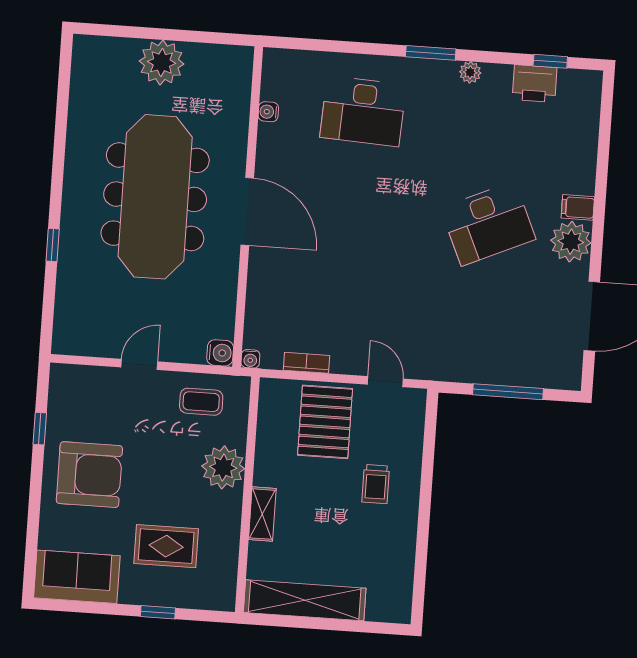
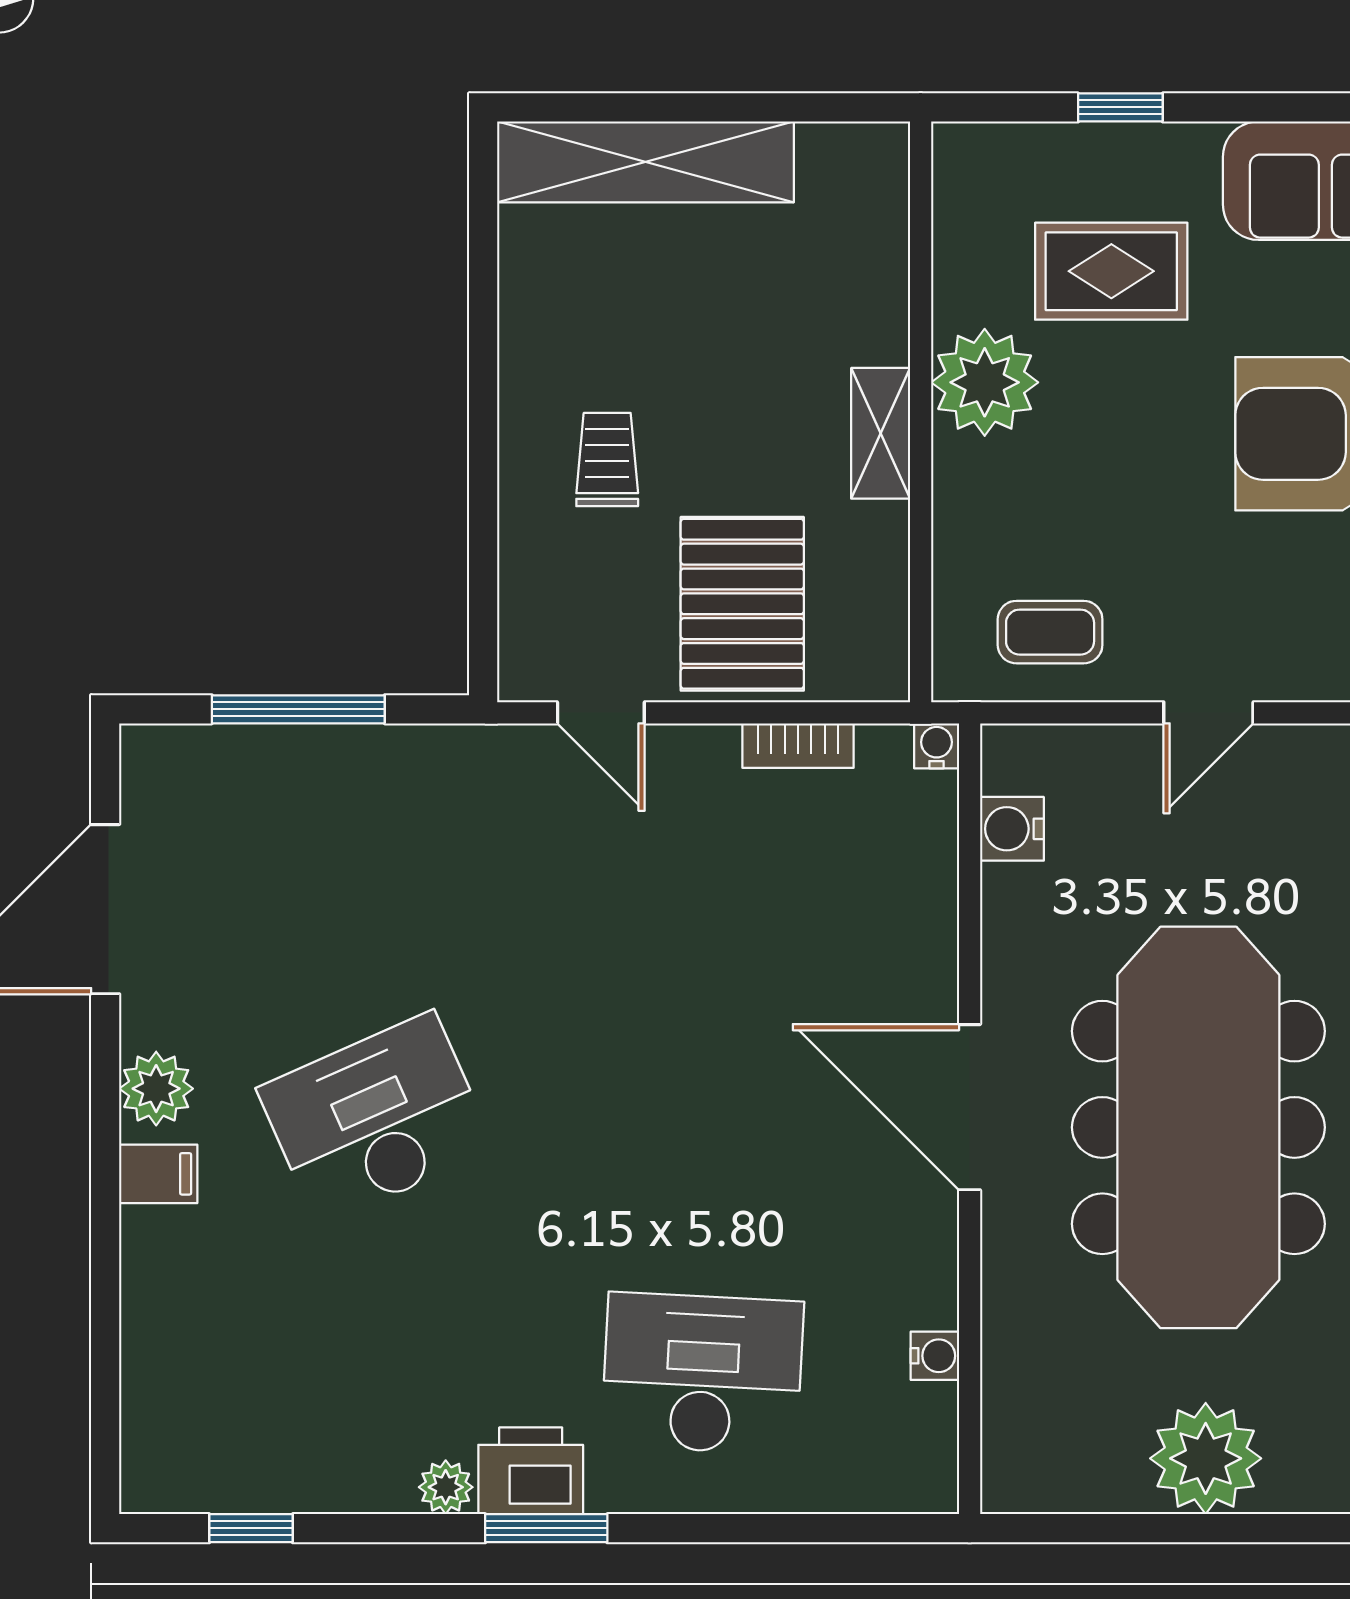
printer: (535, 84) -> (531, 1471), moved
plant: (571, 242) -> (156, 1089), width x0.73, depth x0.73
water cooler: (220, 353) -> (1012, 829), moved
plant: (223, 467) -> (985, 382), moved
shelving: (262, 514) -> (881, 433), moved
shelving: (305, 600) -> (646, 162), moved

